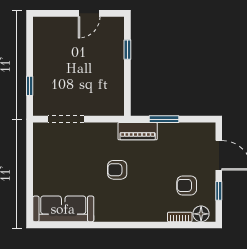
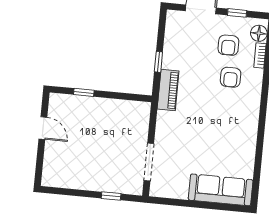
window: (164, 119) -> (158, 62), width x0.67
armchair: (117, 170) -> (231, 77), moved
sofa: (63, 209) -> (221, 190), moved, turned 90

